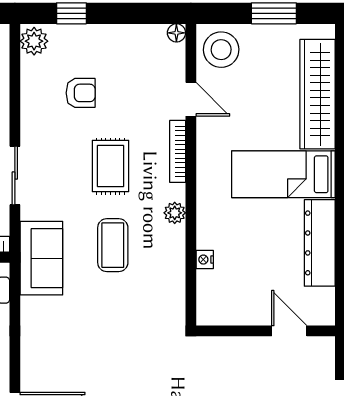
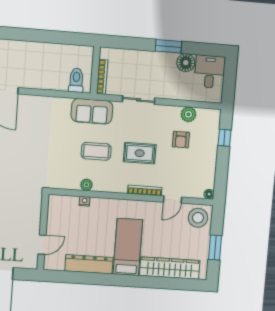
plant: (34, 41) -> (188, 114), moved
plant: (175, 213) -> (86, 185), moved

